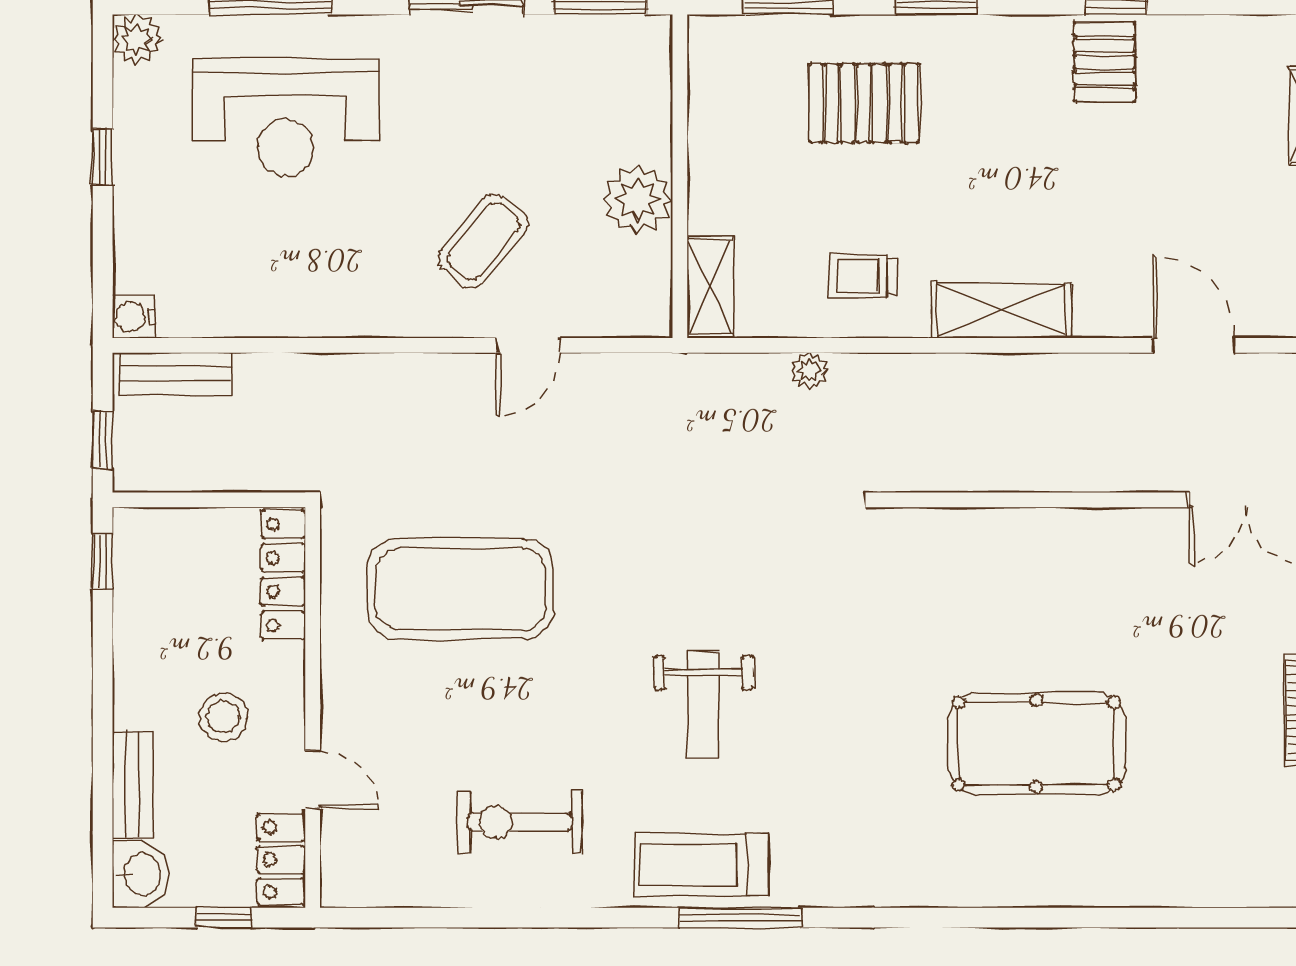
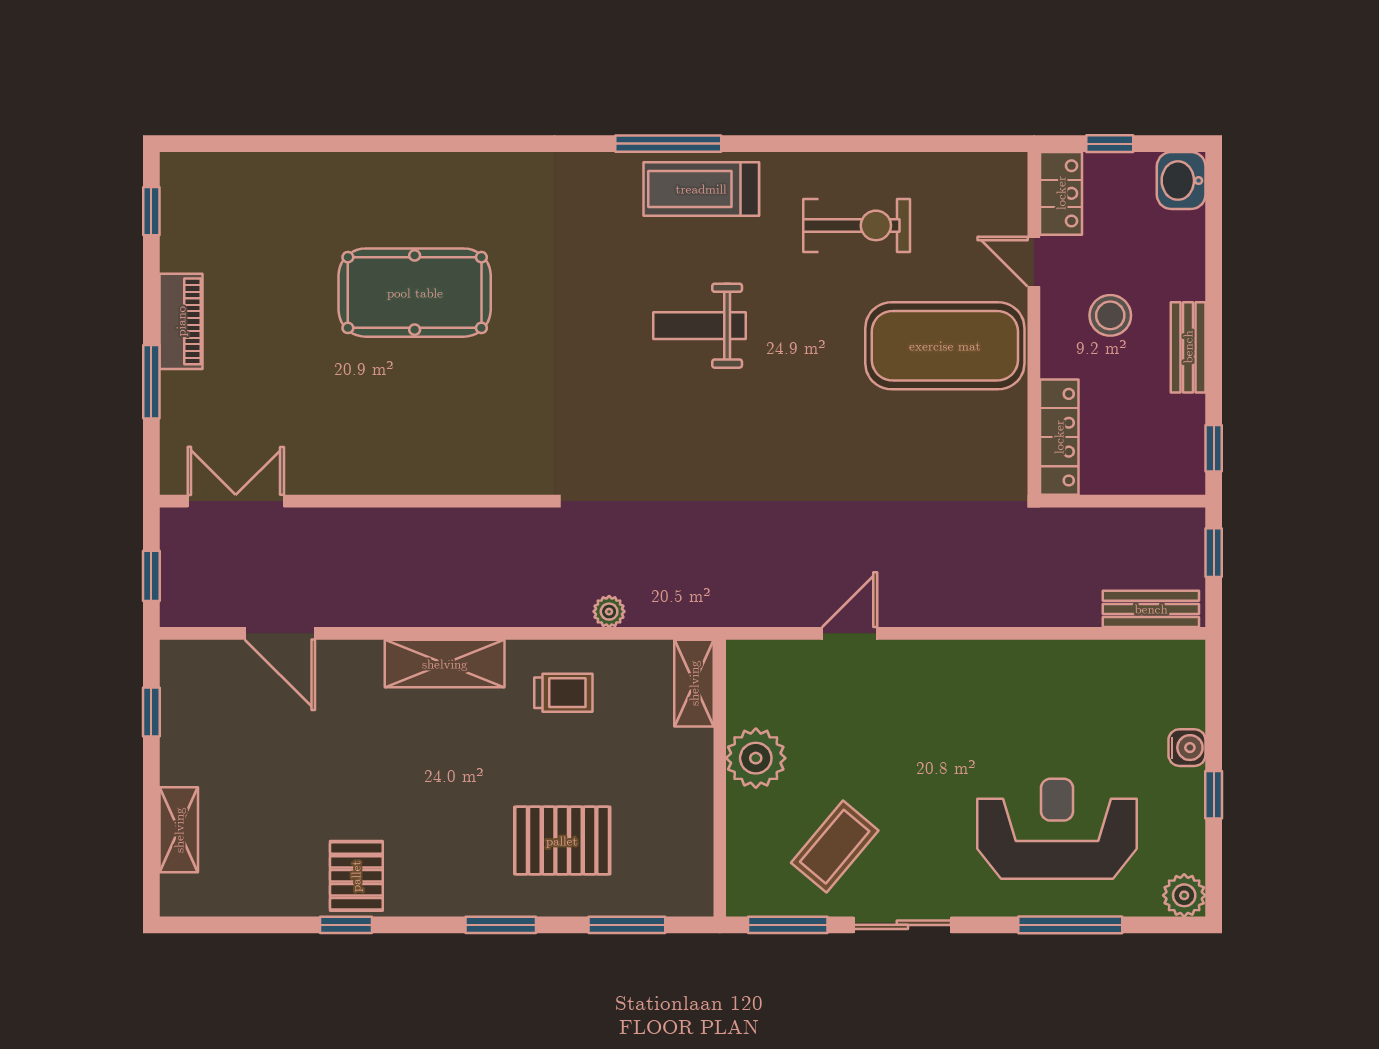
coffee table: (483, 241) -> (835, 847), moved
water cooler: (134, 317) -> (1187, 748), moved
exercise mat: (461, 589) -> (945, 346), moved
weight bench: (704, 705) -> (699, 326), turned -90
bench: (133, 784) -> (1188, 347), moved
treadmill: (701, 865) -> (701, 189), turned 180

